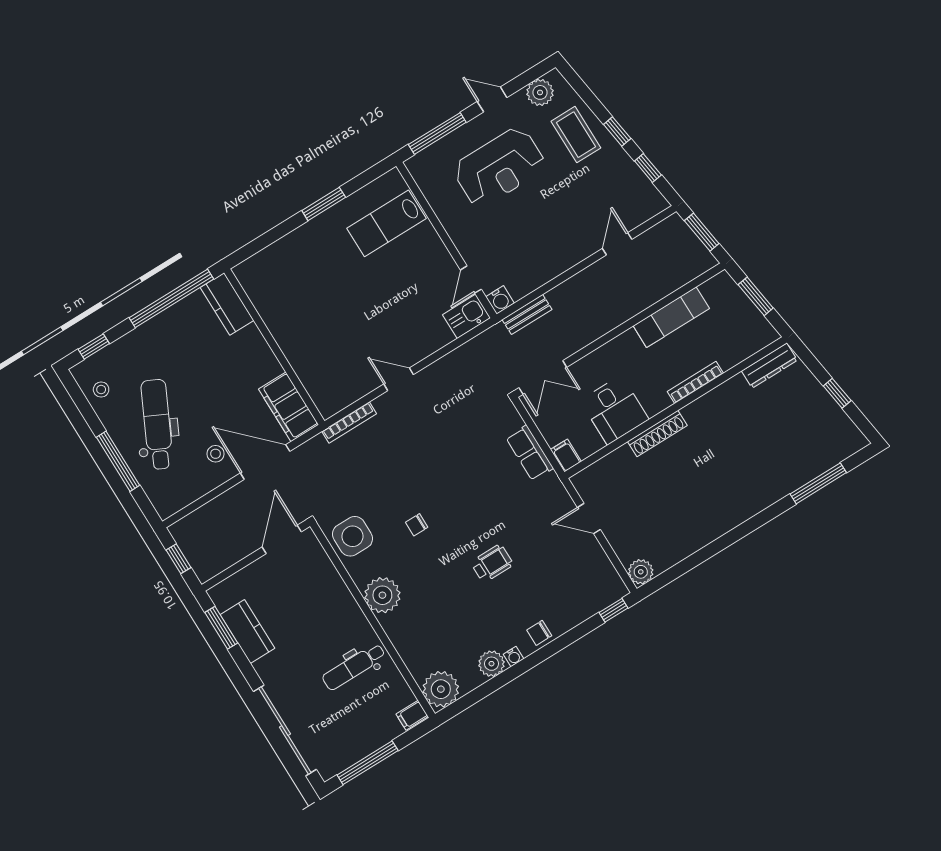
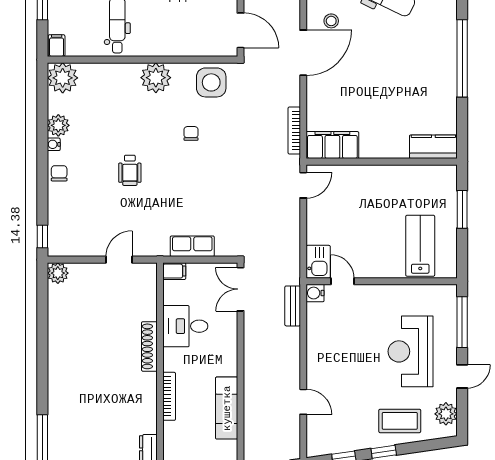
kitchen counter: (227, 304) -> (433, 147), moved
wall: (274, 347) -> (382, 162), moved
filing cabinet: (288, 407) -> (332, 145), moved

